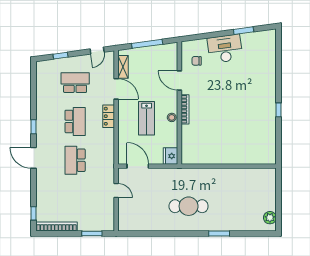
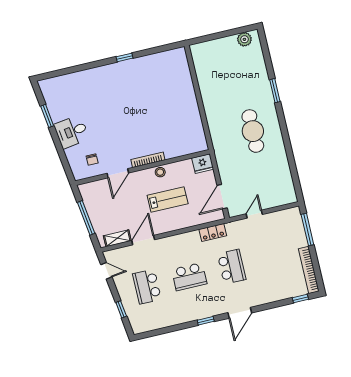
desk: (225, 49) -> (72, 132), width x0.73
locker: (109, 116) -> (213, 232), moved
school desk: (75, 121) -> (189, 277), turned 180
school desk: (75, 160) -> (232, 267), turned -90
window: (92, 234) -> (307, 230), width x1.44

